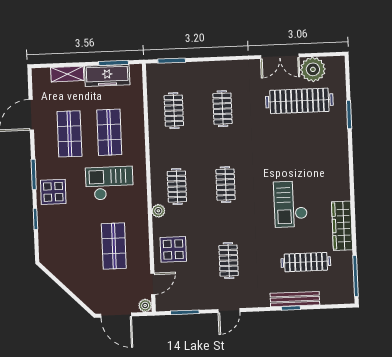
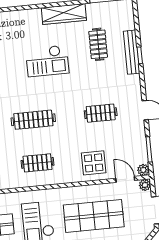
clothes rail: (226, 185) -> (33, 120), width x1.36
plant: (158, 211) -> (143, 170), moved
shop shelf: (114, 246) -> (94, 216), width x1.43, depth x1.36
clothes rail: (306, 262) -> (98, 44), width x0.73

